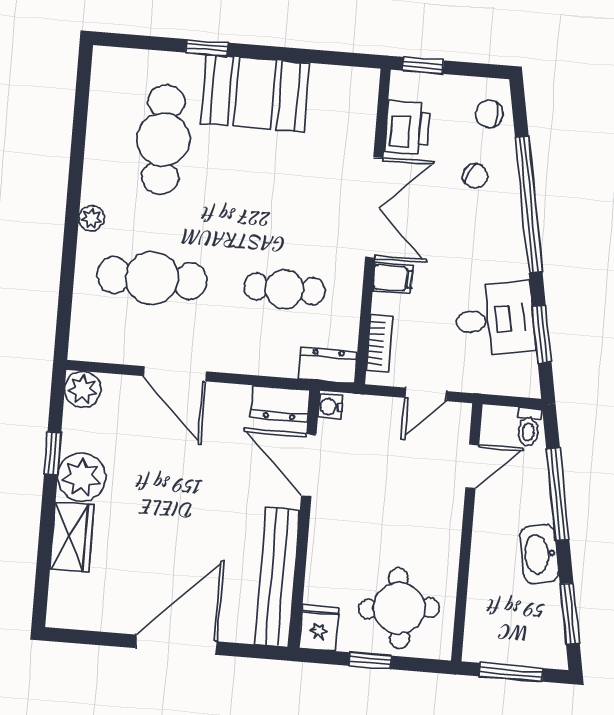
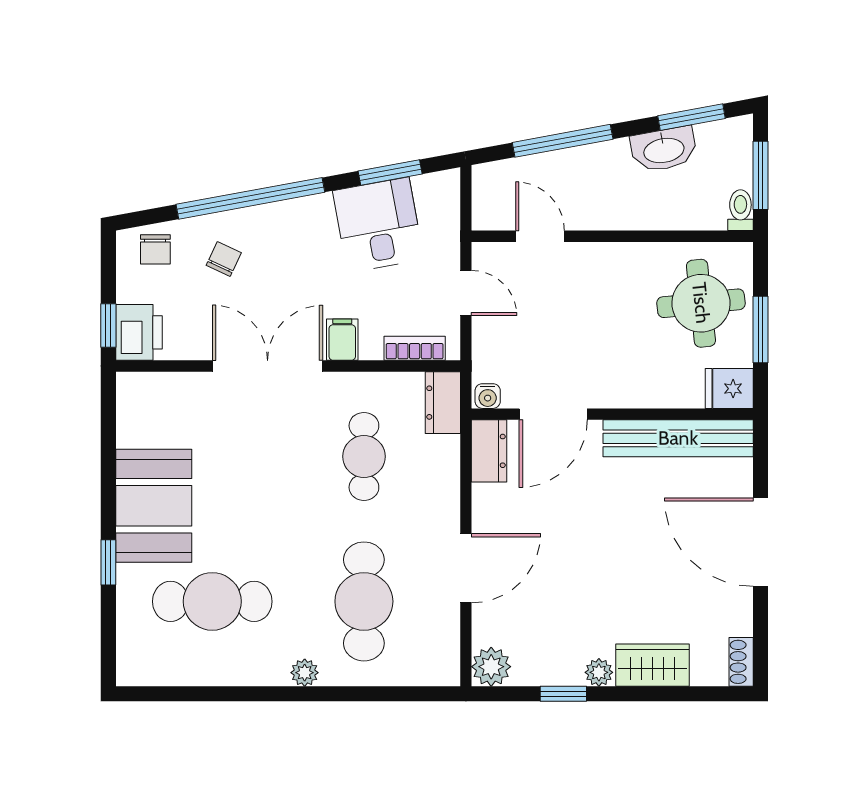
printer: (407, 127) -> (139, 332), moved, turned 90
toilet: (528, 427) -> (740, 210), moved, turned -90
plant: (82, 477) -> (599, 672), width x0.53, depth x0.53
washbasin: (539, 554) -> (664, 149), moved
shoe rack: (68, 618) -> (741, 662), added
window: (370, 661) -> (760, 330), width x1.50

